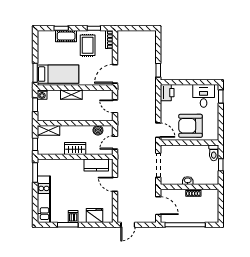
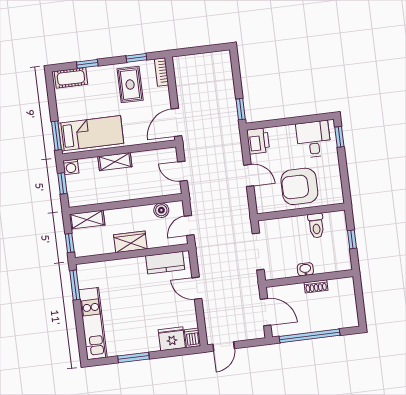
cot: (66, 36) -> (71, 78), moved
door: (158, 130) -> (249, 175), moved
toilet: (214, 153) -> (316, 226), moved
dishwasher: (73, 216) -> (193, 338), moved

